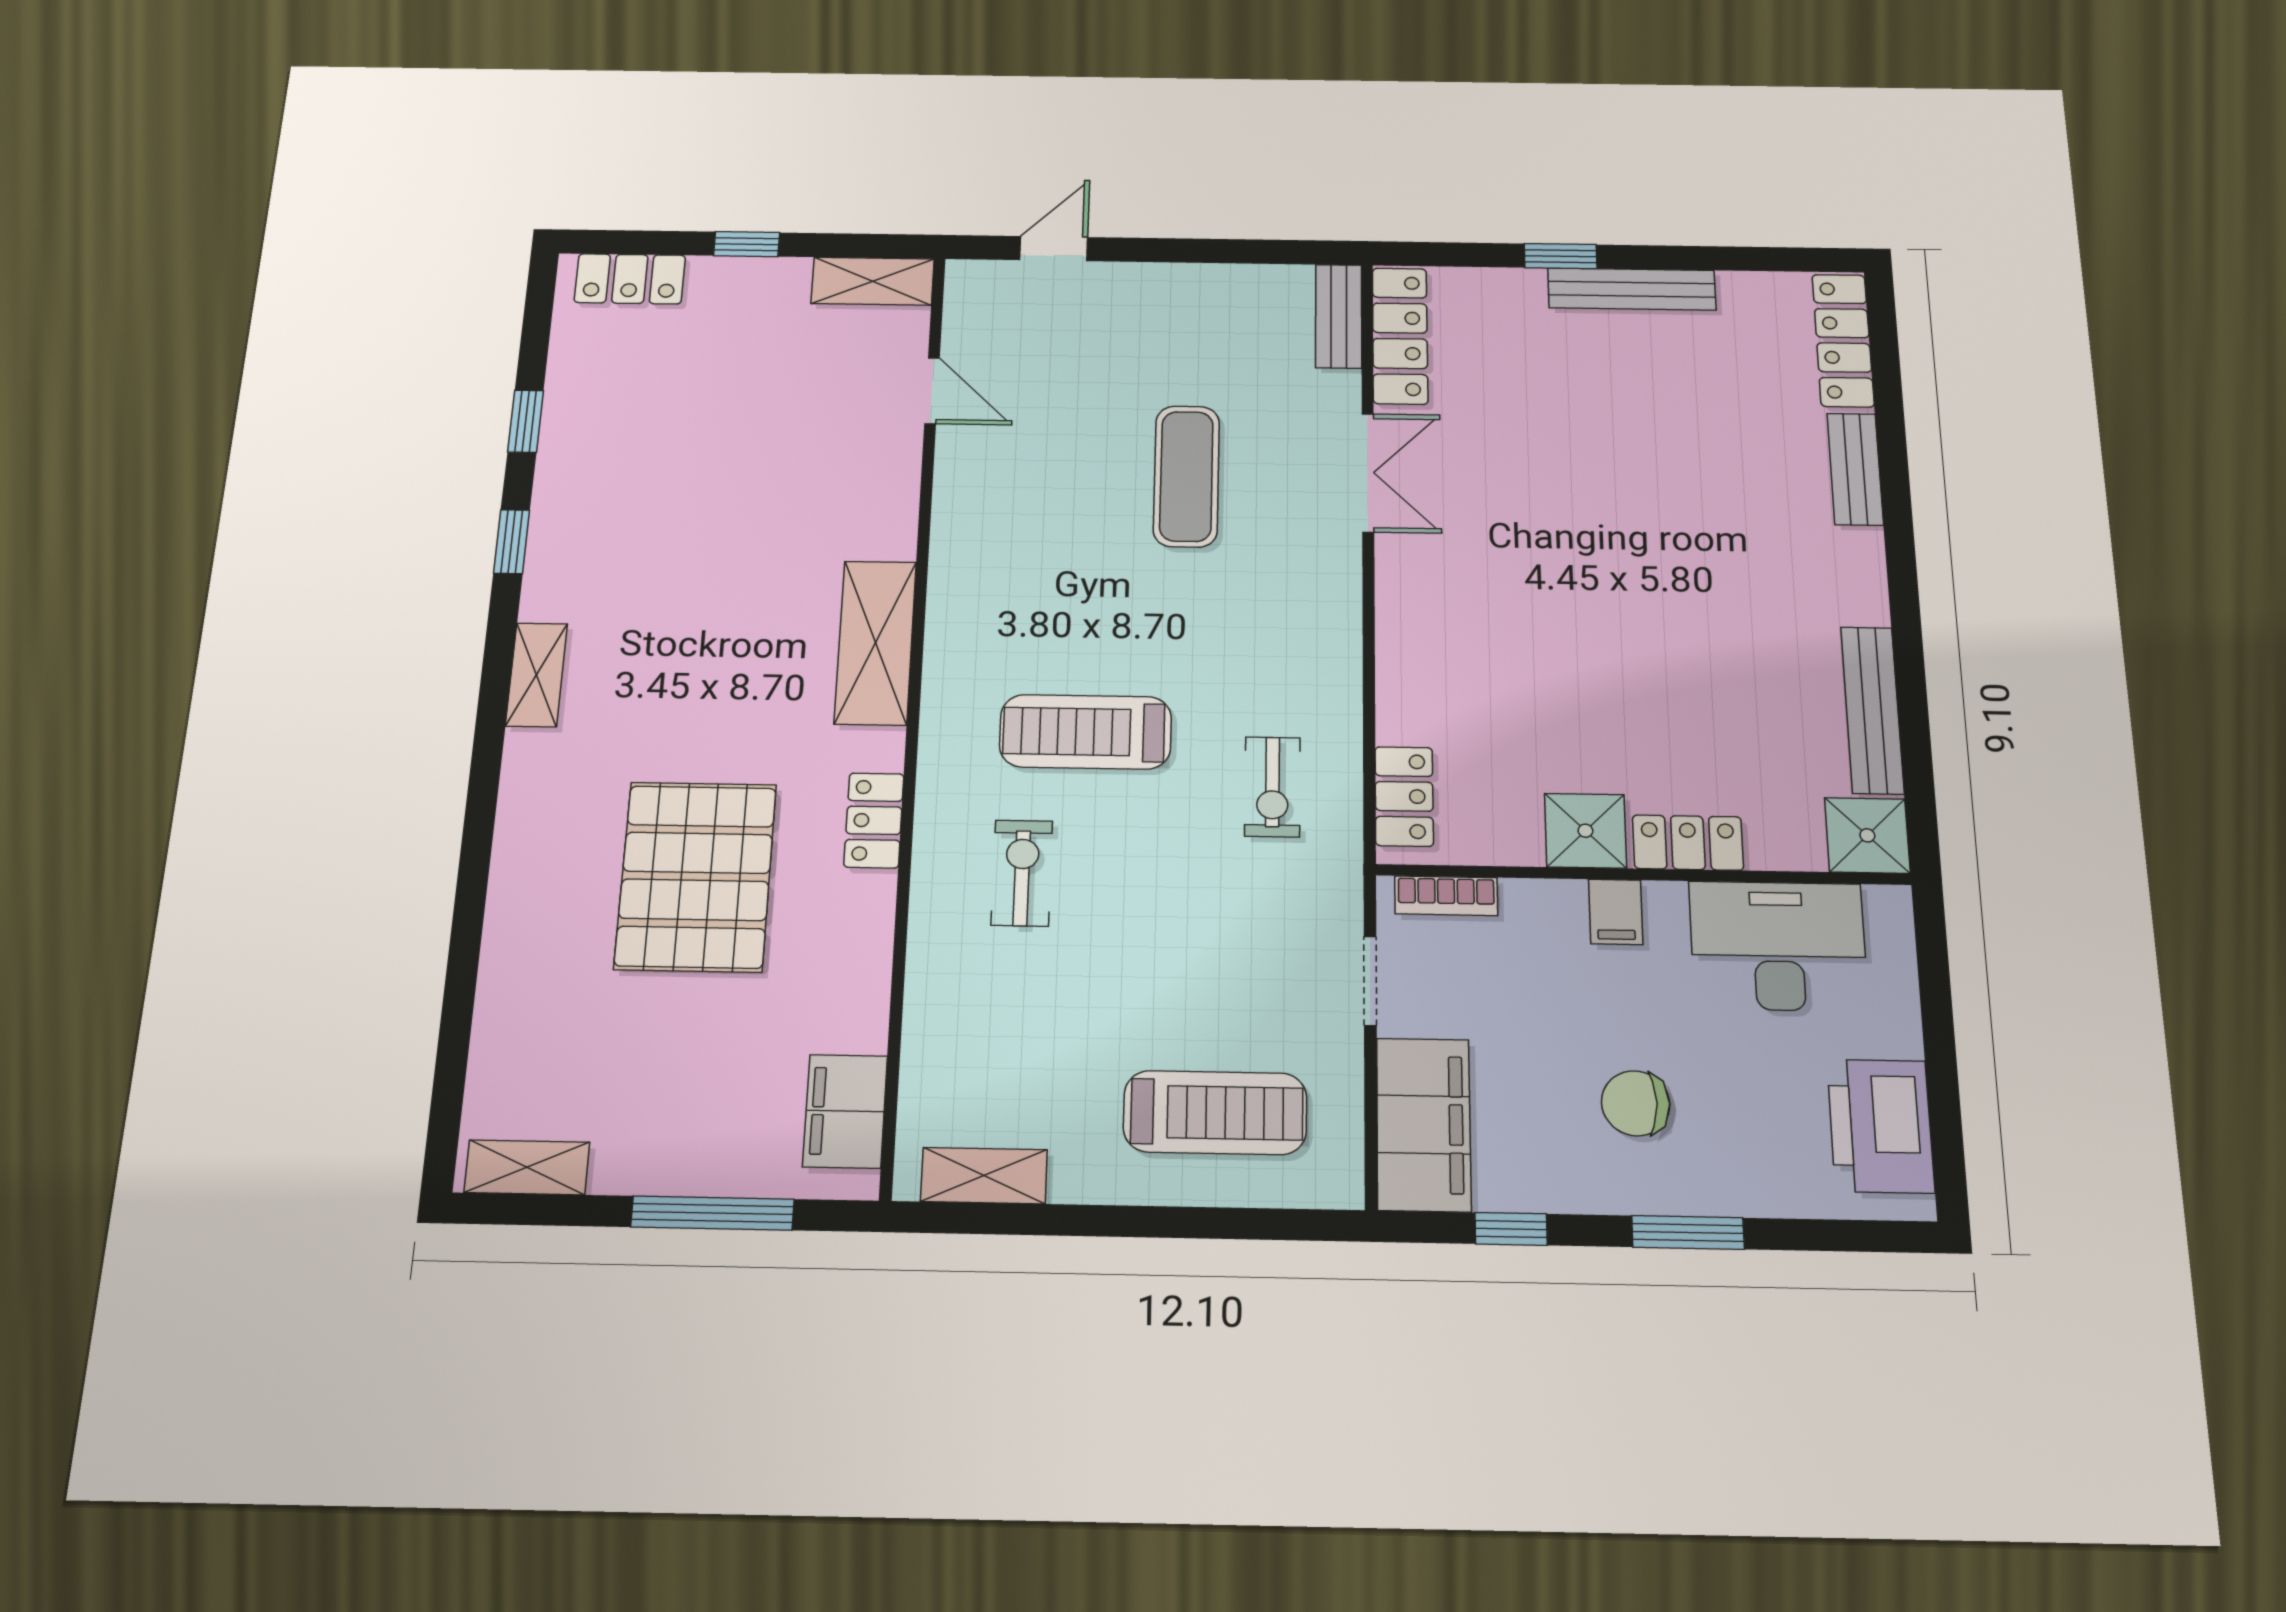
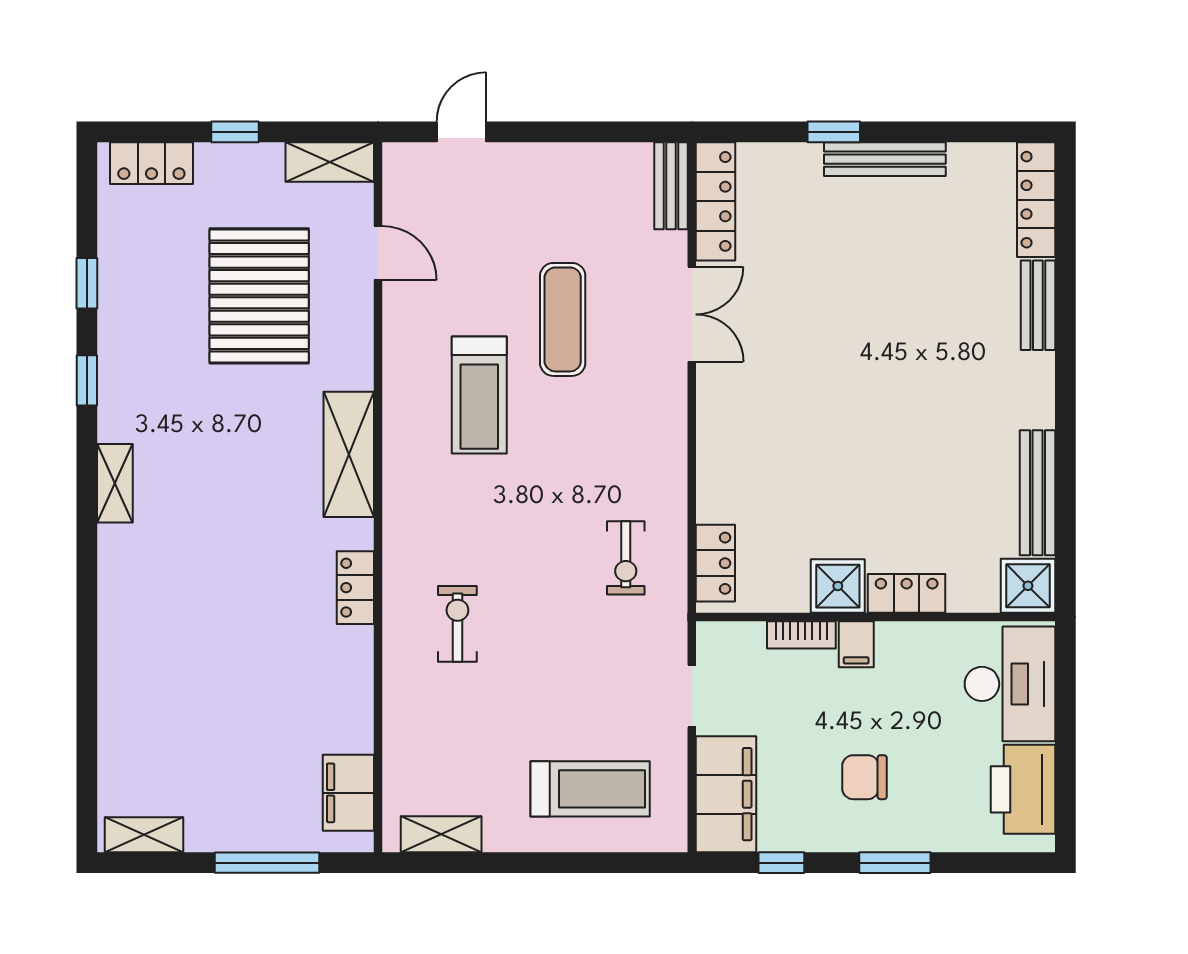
treadmill: (1086, 732) -> (479, 395), moved, turned -90
pallet: (696, 876) -> (259, 296), moved
bookcase: (1446, 896) -> (801, 635), moved
desk: (1778, 946) -> (1010, 684), moved, turned 90

